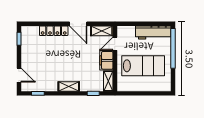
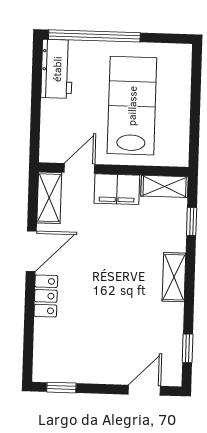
locker: (54, 31) -> (46, 296), width x0.66
workbench: (153, 32) -> (57, 69), width x0.73
door: (115, 44) -> (79, 168), swing flipped

